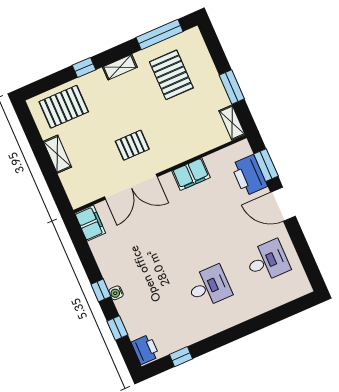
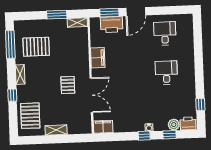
plant: (135, 328) -> (174, 125), added

